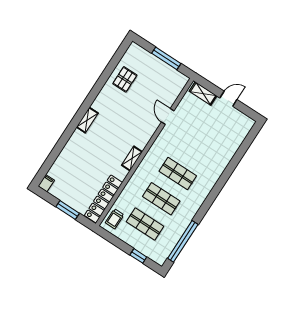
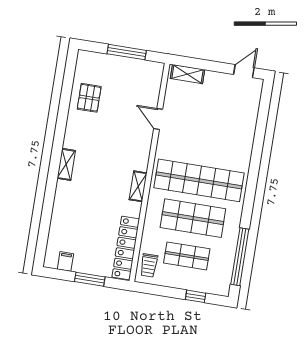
door: (228, 99) -> (244, 71), moved
shop shelf: (178, 174) -> (199, 180), width x2.00, depth x1.36
filing cabinet: (46, 183) -> (65, 261), moved
shop shelf: (161, 199) -> (193, 218), width x1.43, depth x1.36

